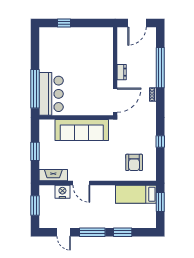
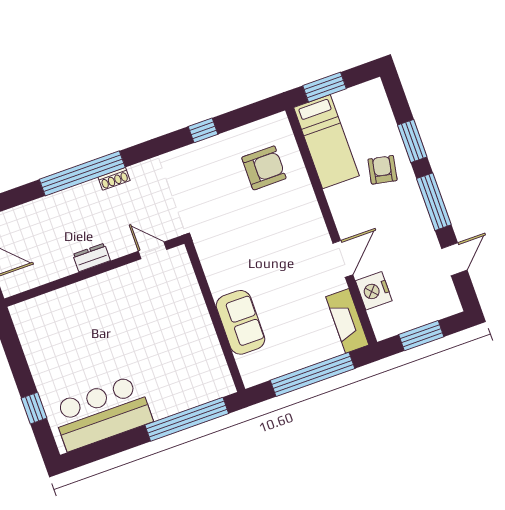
window: (160, 68) -> (82, 173), moved
bar counter: (51, 94) -> (102, 413), moved
door: (115, 100) -> (153, 250), width x0.53
sofa: (82, 130) -> (241, 322), width x0.54, depth x0.79
window: (35, 151) -> (313, 374), width x2.11
armchair: (115, 215) -> (382, 170), added

